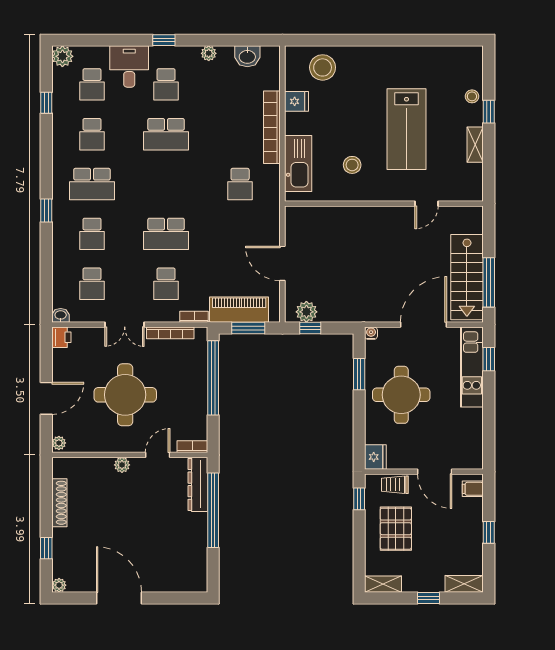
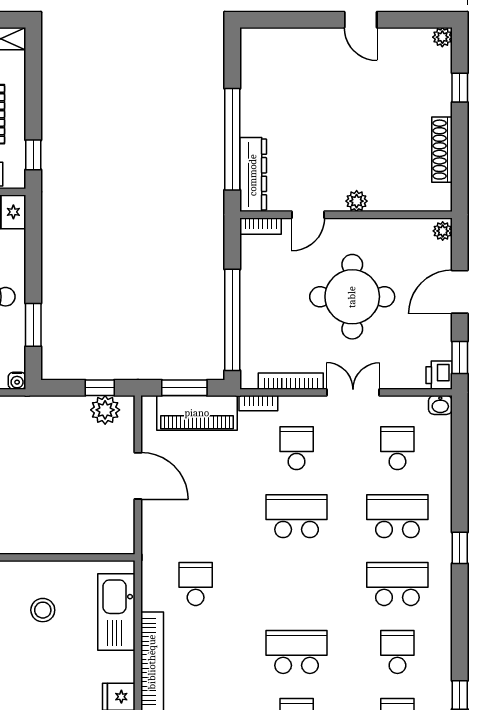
school desk: (92, 234) -> (397, 516), width x1.85
window: (46, 350) -> (460, 357), added
door: (119, 598) -> (361, 20), width x0.53

